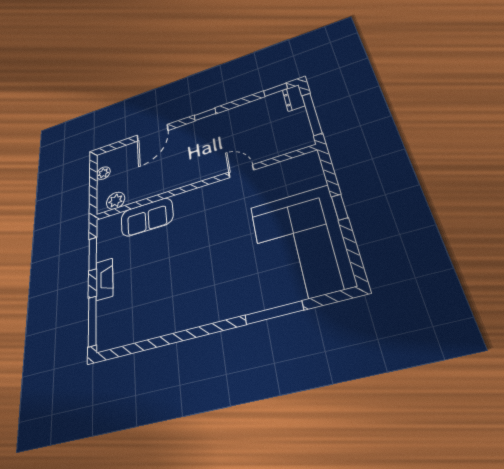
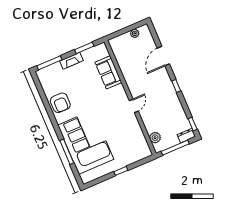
door: (152, 133) -> (163, 56), hinge flipped
door: (241, 171) -> (134, 106), moved
plant: (116, 201) -> (155, 138), moved
corner sofa: (300, 244) -> (86, 142), moved, turned 90
armchair: (170, 311) -> (60, 103), added

